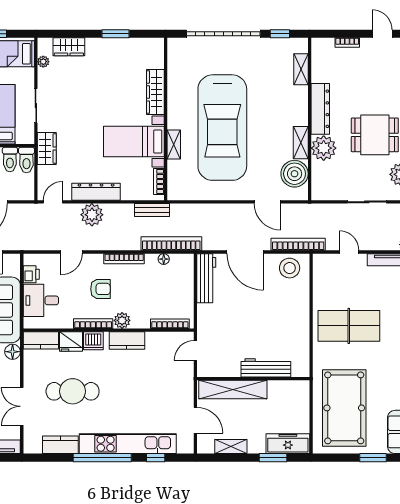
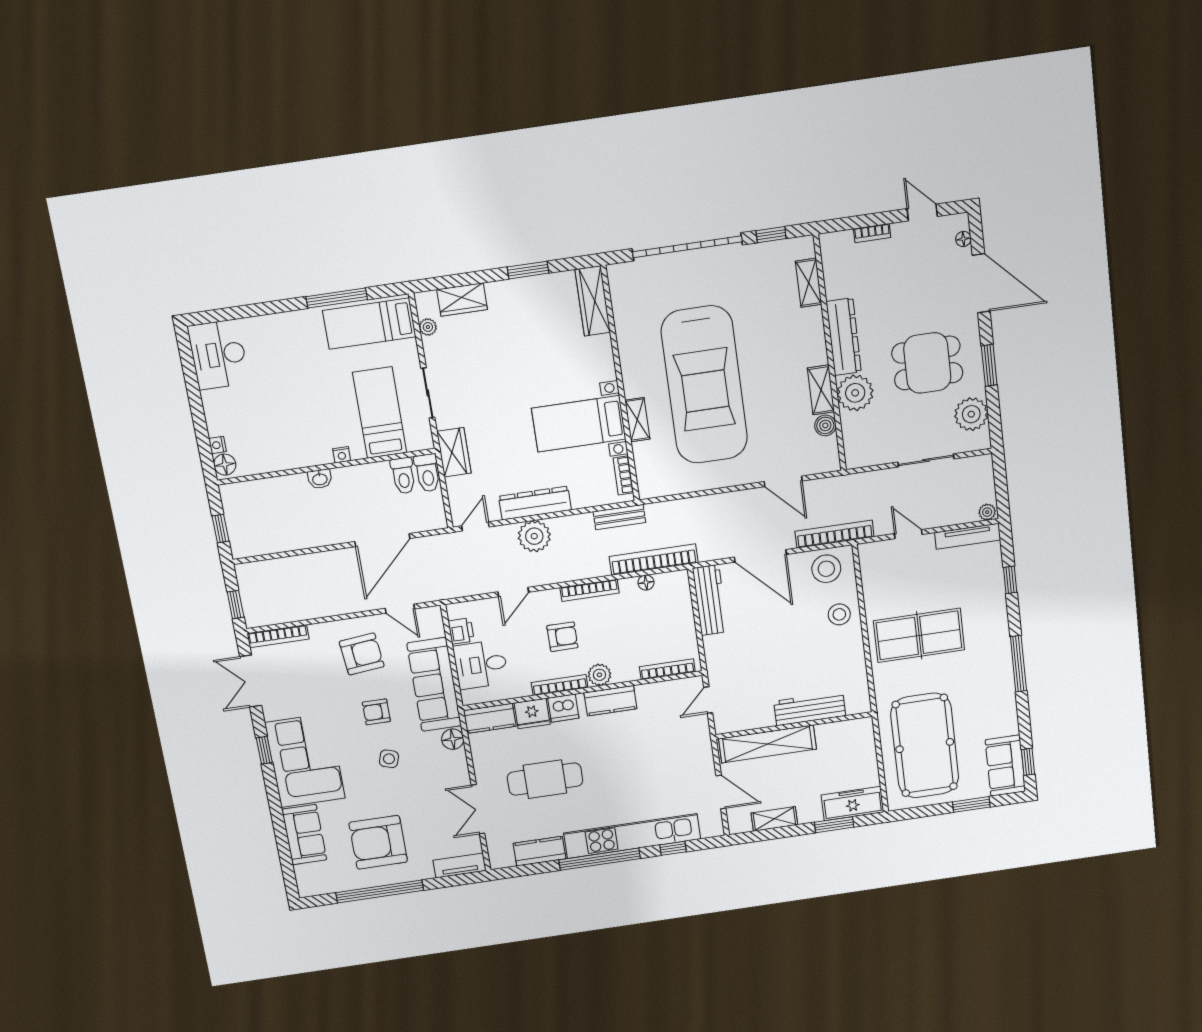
wardrobe: (155, 92) -> (593, 301), moved
boiler: (295, 174) -> (825, 425), width x0.54, depth x0.54
stool: (295, 302) -> (839, 614), added

